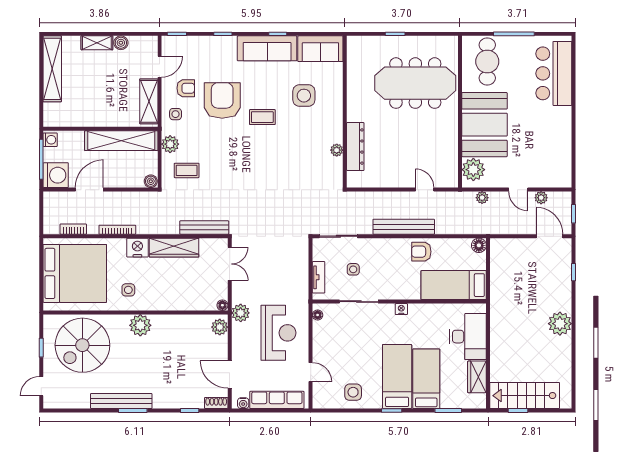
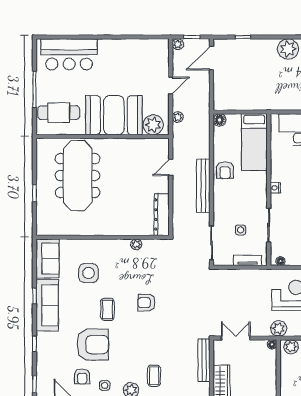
armchair: (186, 88) -> (82, 376), turned 180
armchair: (222, 100) -> (93, 345), turned 180
dresser: (355, 147) -> (162, 215), moved, turned -90
armchair: (270, 162) -> (146, 303), added
plant: (541, 198) -> (178, 44), moved

